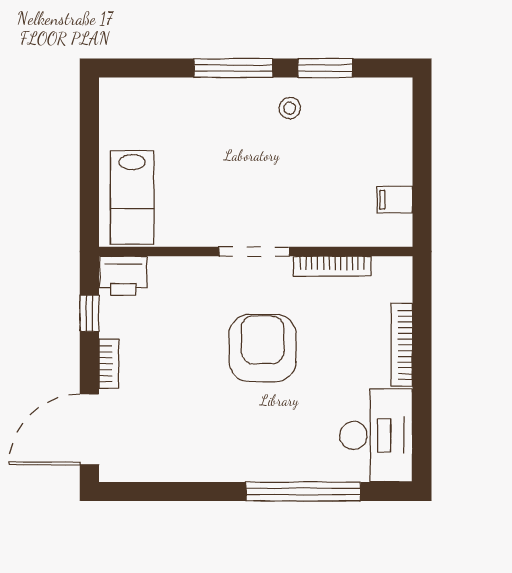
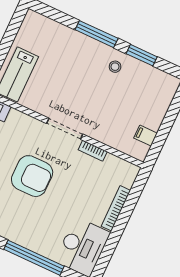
bookcase: (332, 266) -> (93, 151), width x0.64
armchair: (263, 348) -> (32, 176), moved, turned 90

